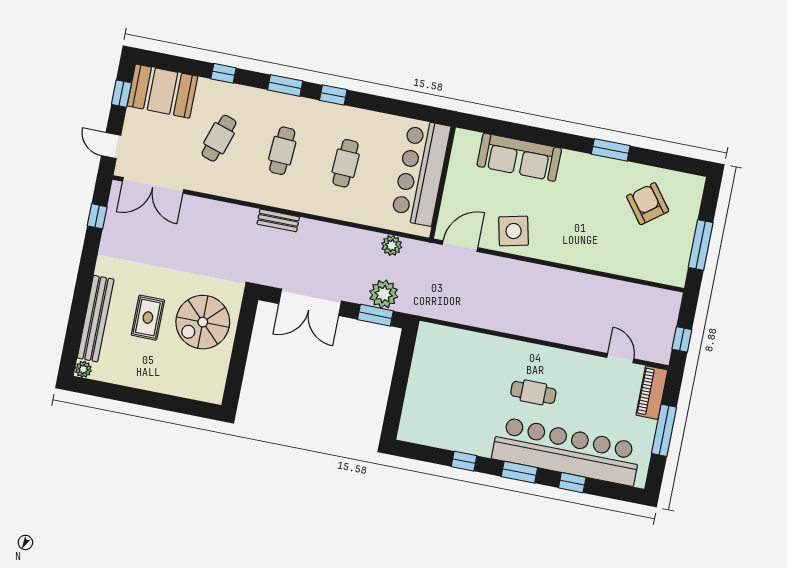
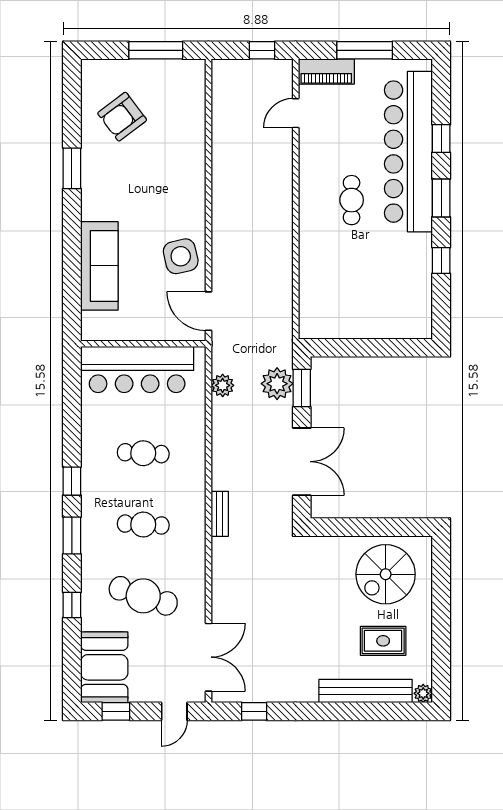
cafe table: (219, 138) -> (143, 596), width x1.37, depth x1.35
rug: (148, 318) -> (383, 641), moved
spiral stairs: (203, 322) -> (386, 574), moved, turned 90

